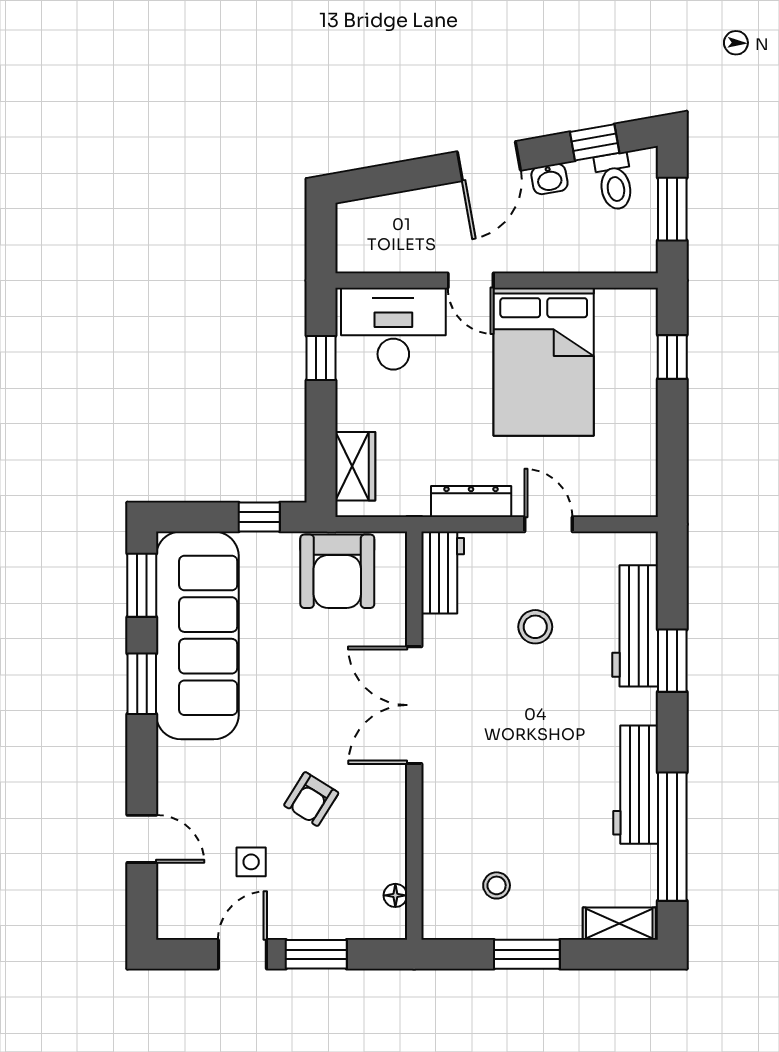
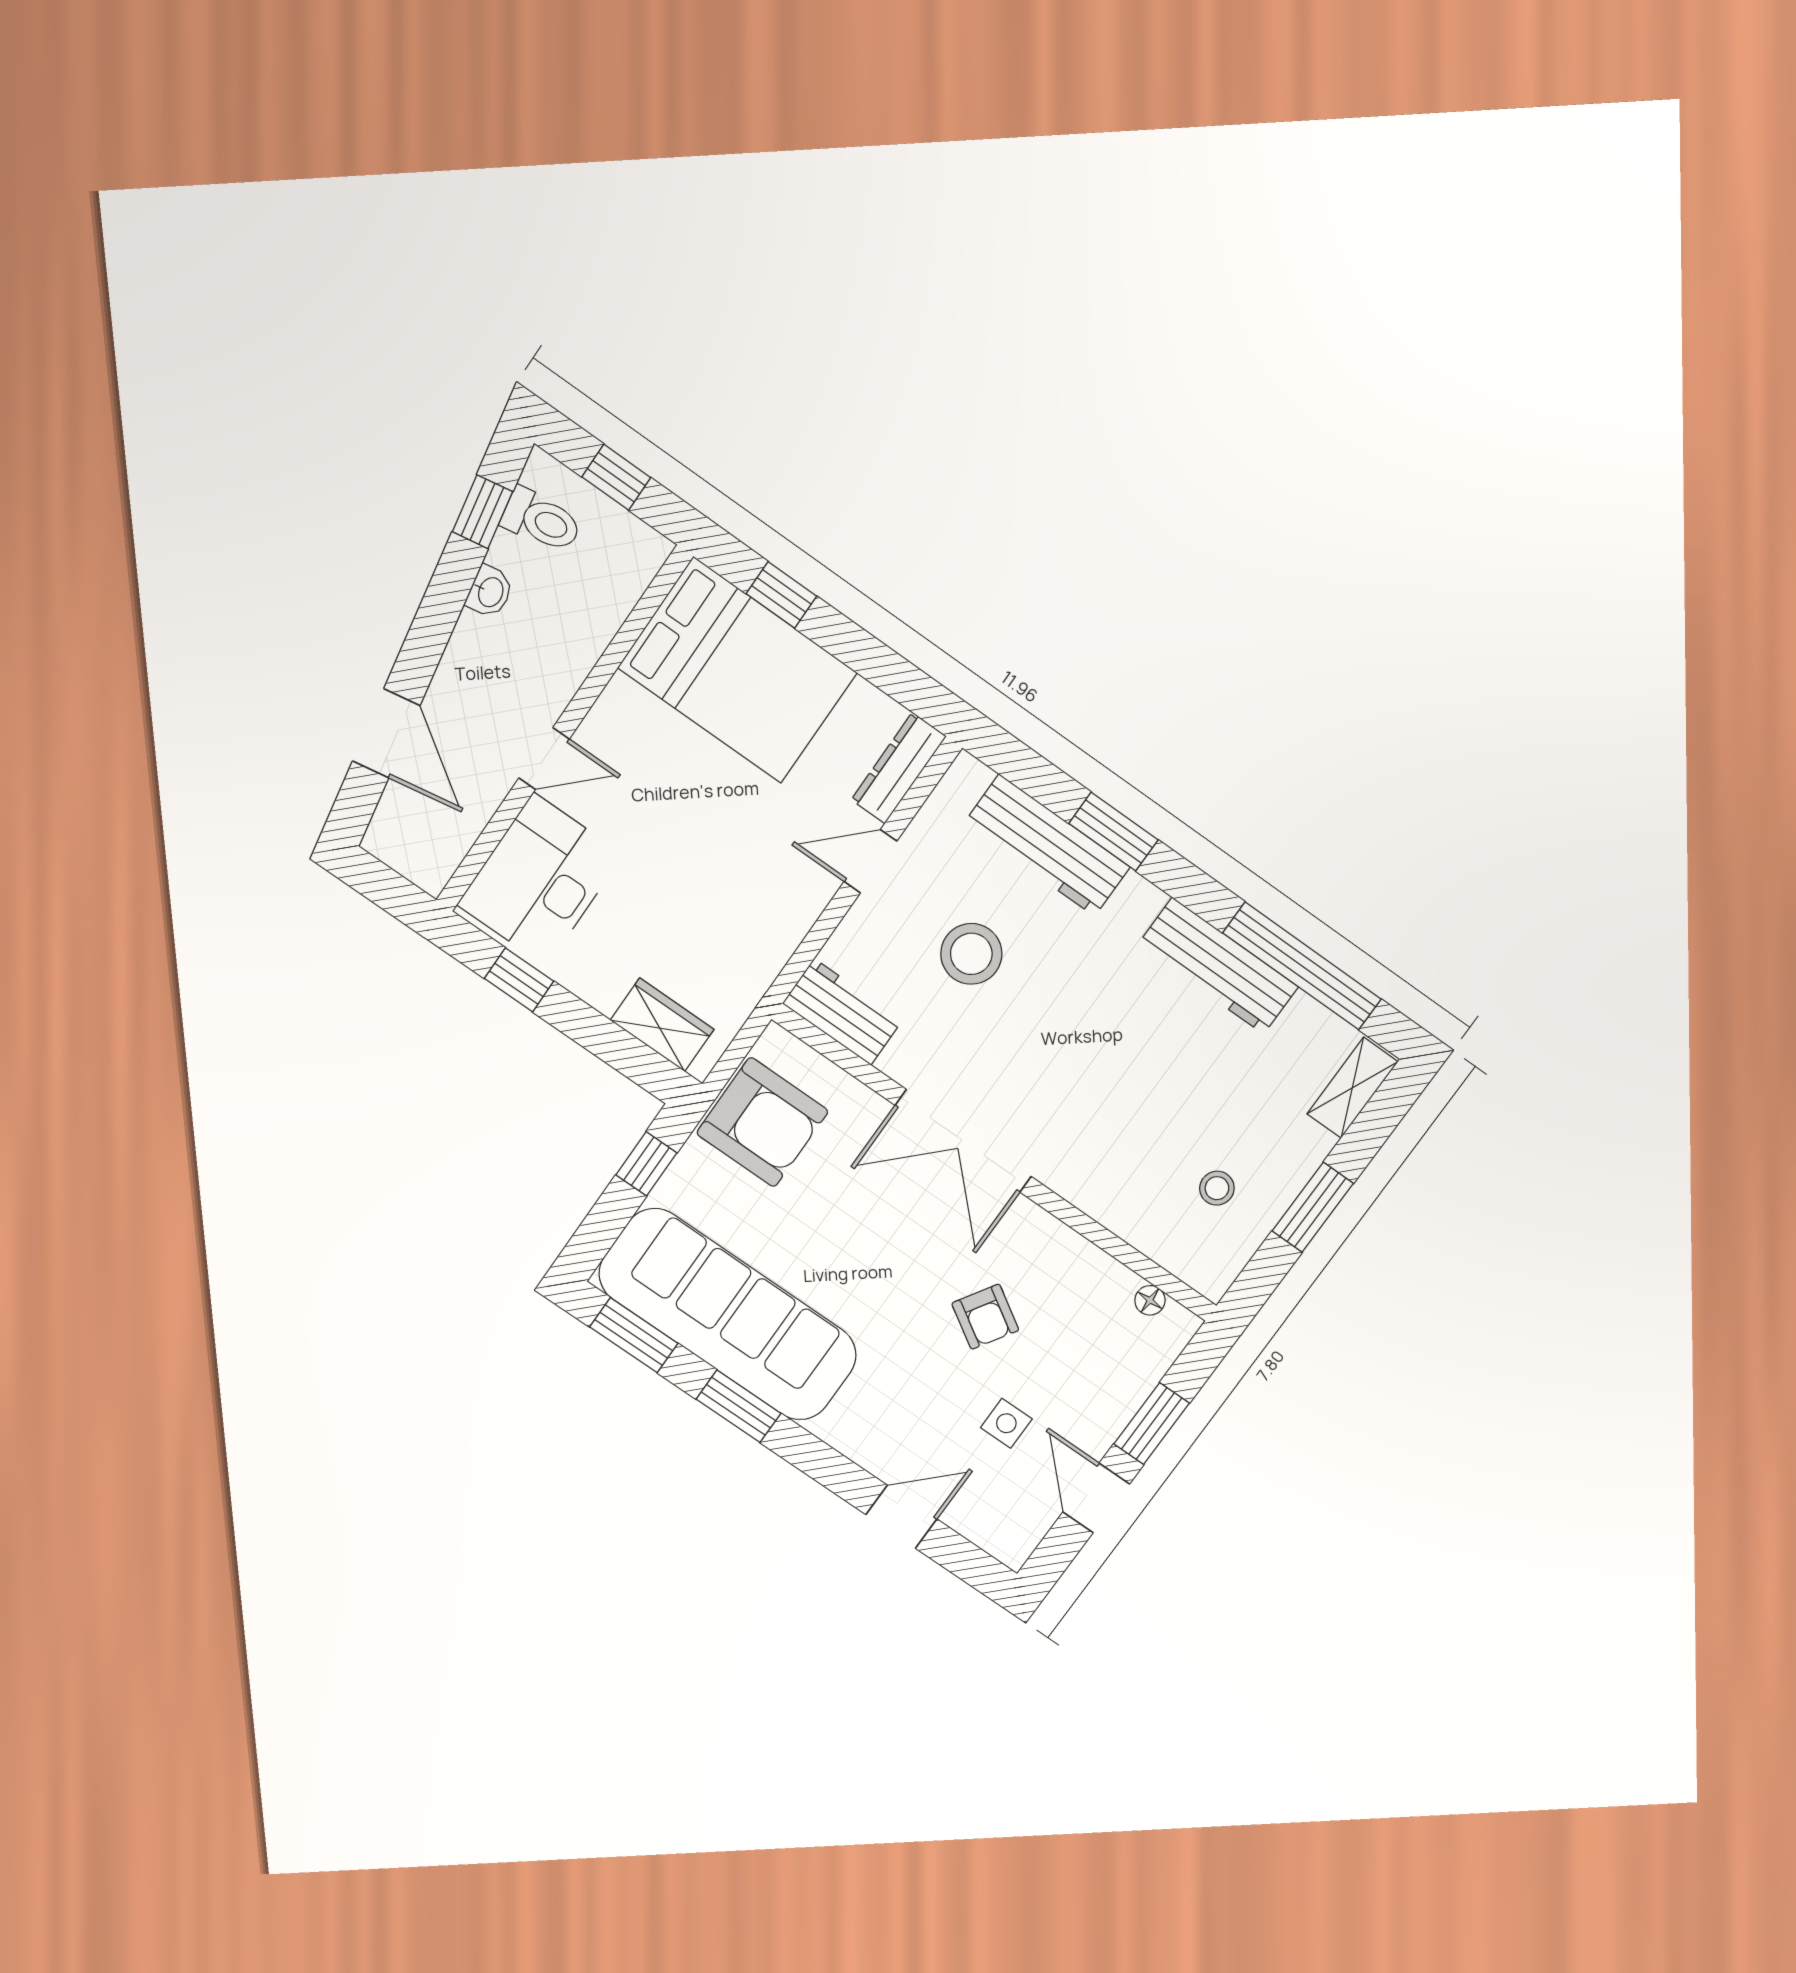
door: (489, 161) -> (386, 733), moved
window: (672, 209) -> (616, 477), width x0.67
bed: (544, 362) -> (737, 670), moved
dresser: (471, 501) -> (899, 768), moved
stool: (535, 627) -> (971, 954), width x1.38, depth x1.38

